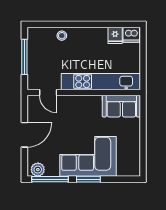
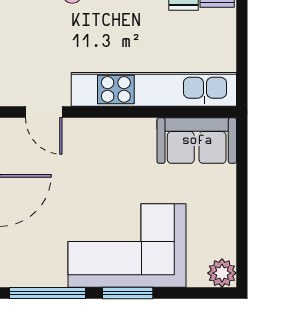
plant: (38, 170) -> (222, 273), moved

